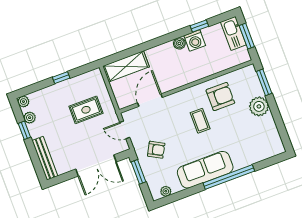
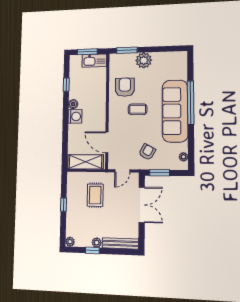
kitchen sink: (233, 33) -> (94, 61), moved
washing machine: (195, 41) -> (75, 116), moved
shelving: (126, 66) -> (85, 162), moved, turned 90
plant: (30, 118) -> (97, 243), moved
sofa: (205, 170) -> (175, 111), width x1.36, depth x1.27

